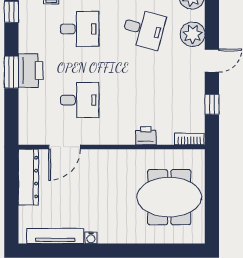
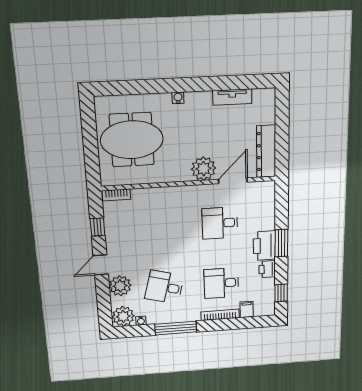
printer: (146, 136) -> (267, 269), moved, turned 90
plant: (96, 162) -> (204, 169), added
tv unit: (55, 236) -> (232, 97), width x0.71
water cooler: (91, 238) -> (178, 98), moved

